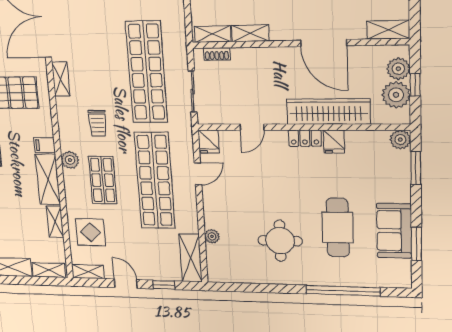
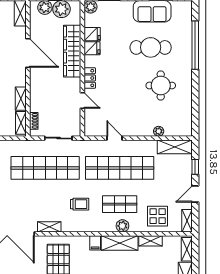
door: (324, 43) -> (28, 53), hinge flipped
locker: (305, 138) -> (90, 78), moved
fridge: (209, 142) -> (92, 34), moved
plant: (70, 160) -> (122, 226), moved

